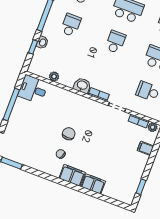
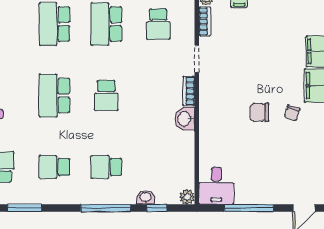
school desk: (115, 42) -> (106, 96), turned -90
plant: (54, 77) -> (187, 197), moved

